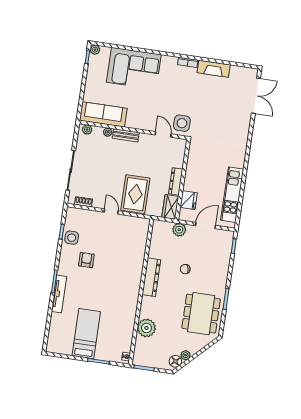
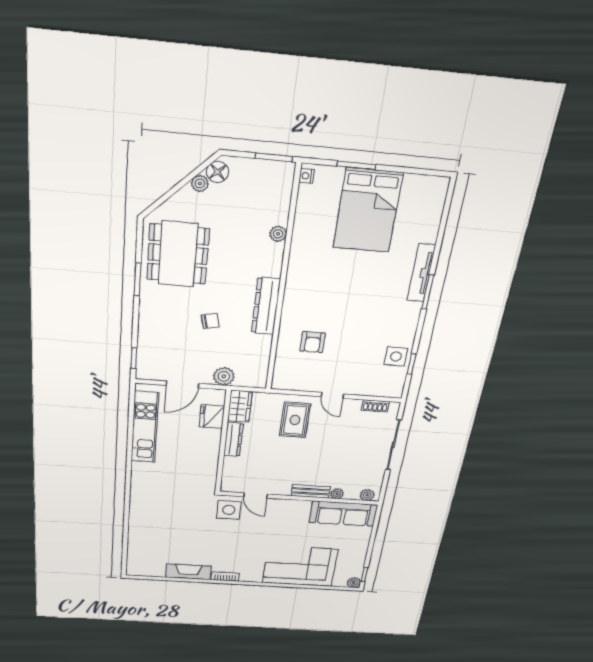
double door: (256, 96) -> (125, 546), removed
rug: (135, 194) -> (295, 420), width x0.73, depth x0.70
armchair: (86, 260) -> (313, 342), moved
plant: (146, 328) -> (278, 234), width x0.53, depth x0.53
bed: (86, 334) -> (368, 211), width x1.50

